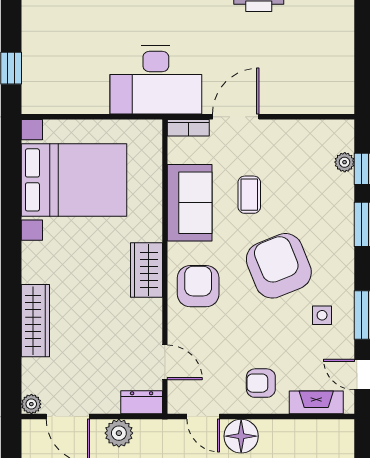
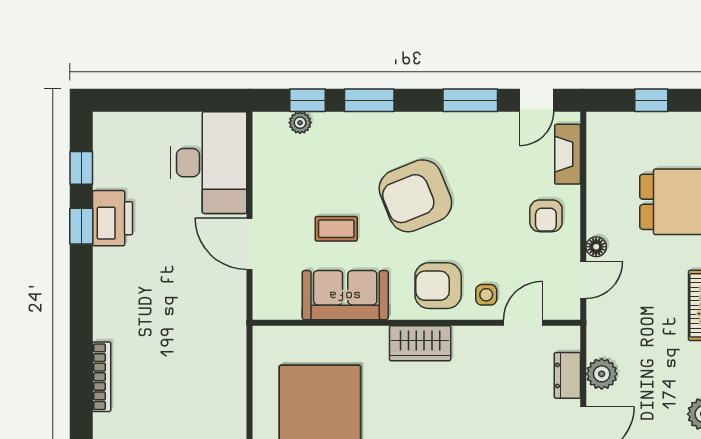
desk: (156, 80) -> (209, 163), moved
bookcase: (188, 128) -> (262, 297), removed
side table: (322, 315) -> (486, 295), moved
dresser: (142, 402) -> (567, 375), moved
floor lamp: (241, 436) -> (596, 247), width x0.53, depth x0.53

